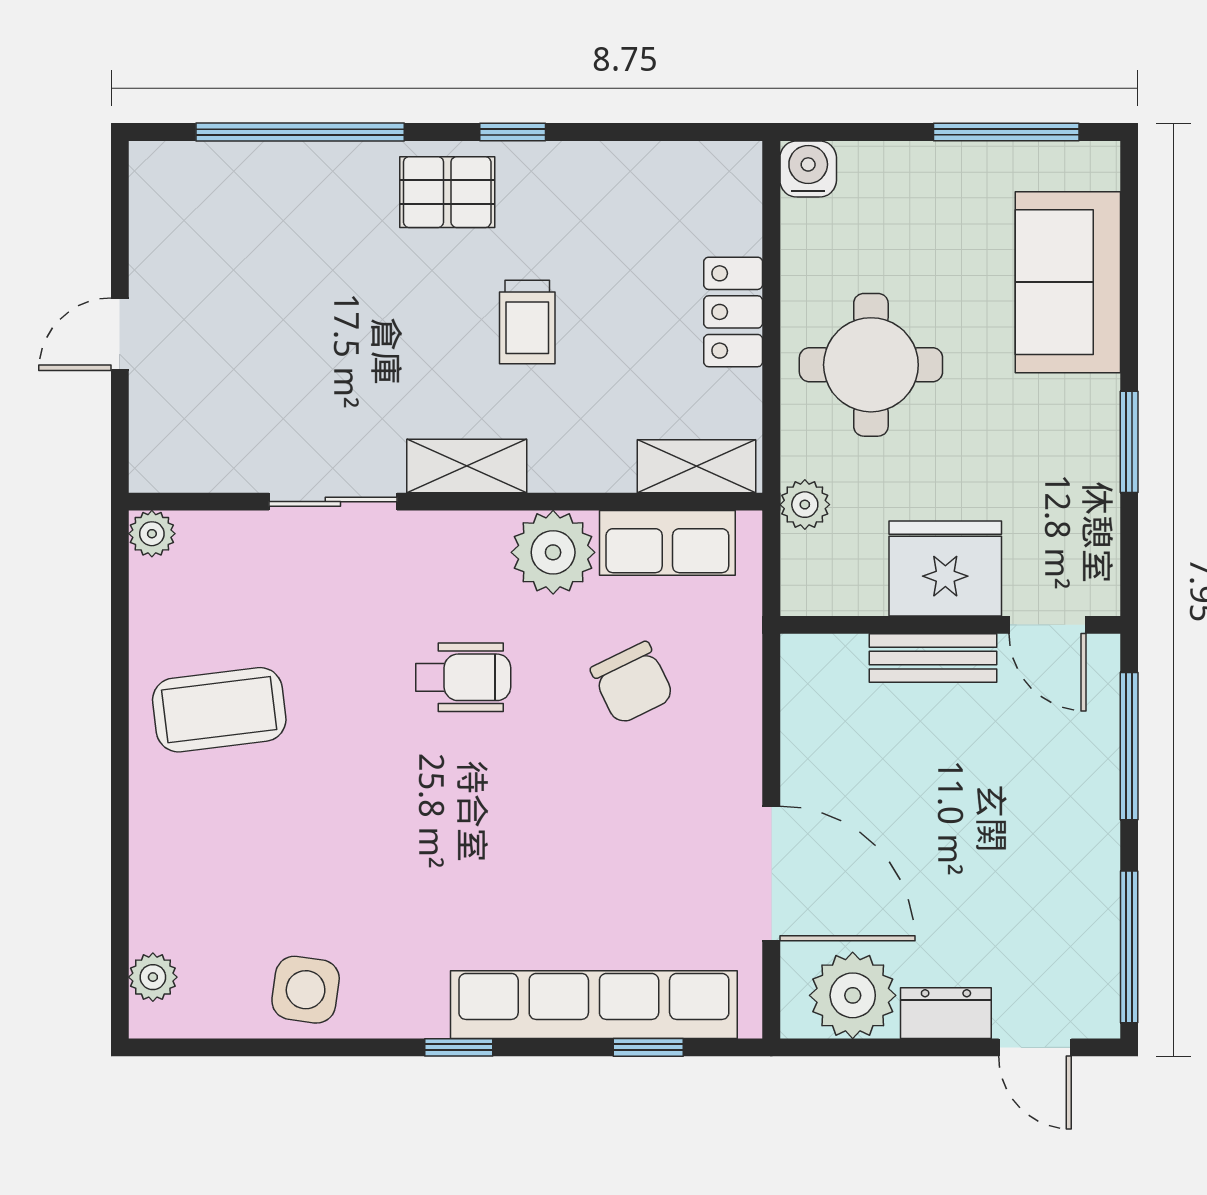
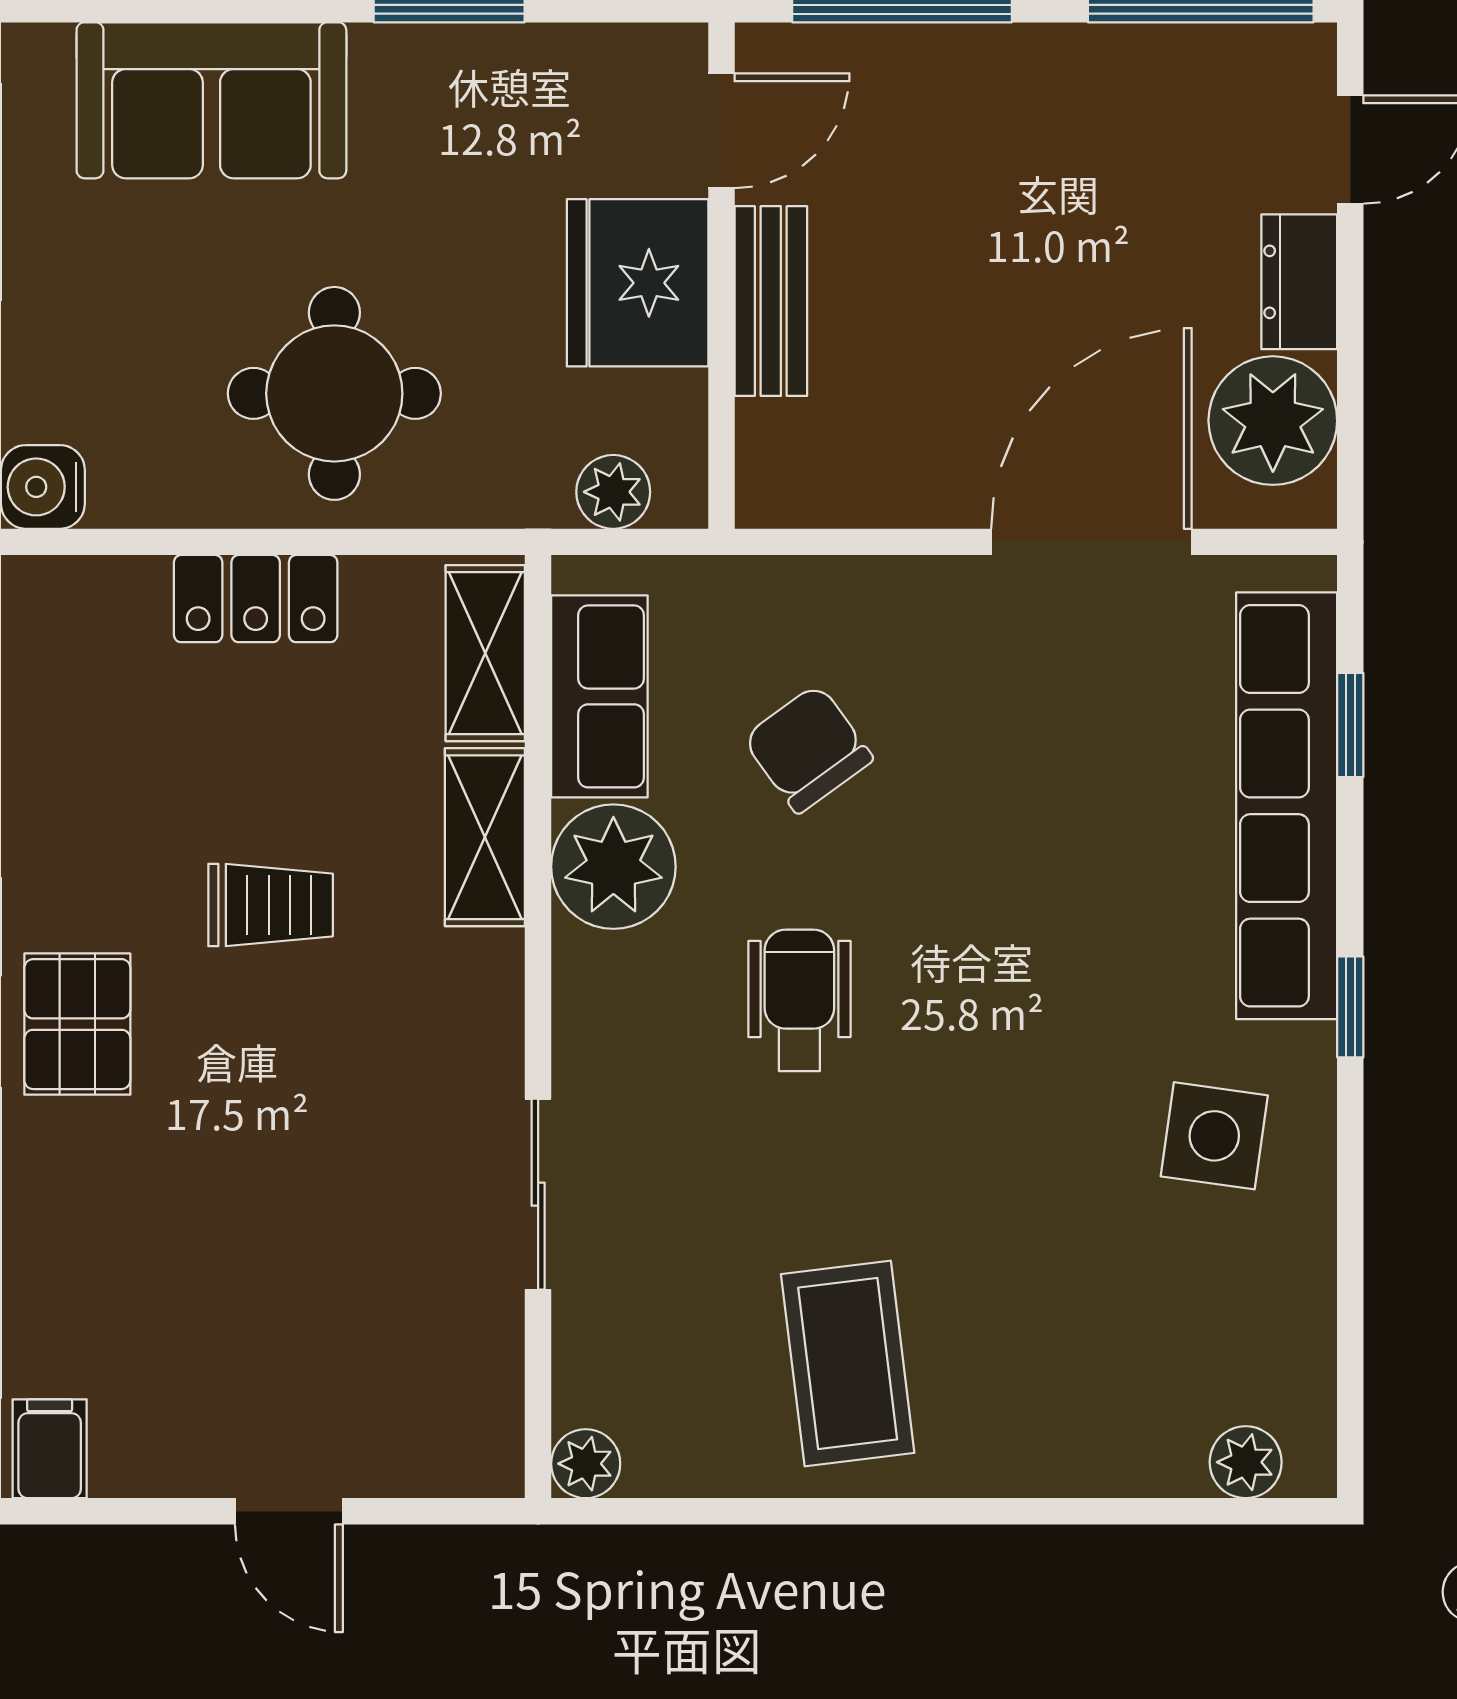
filing cabinet: (162, 174) -> (50, 1449), added
shelving: (467, 466) -> (485, 837), moved
plant: (805, 505) -> (613, 492), moved
chair: (632, 683) -> (808, 749), turned -100
side table: (306, 990) -> (1214, 1136), moved

